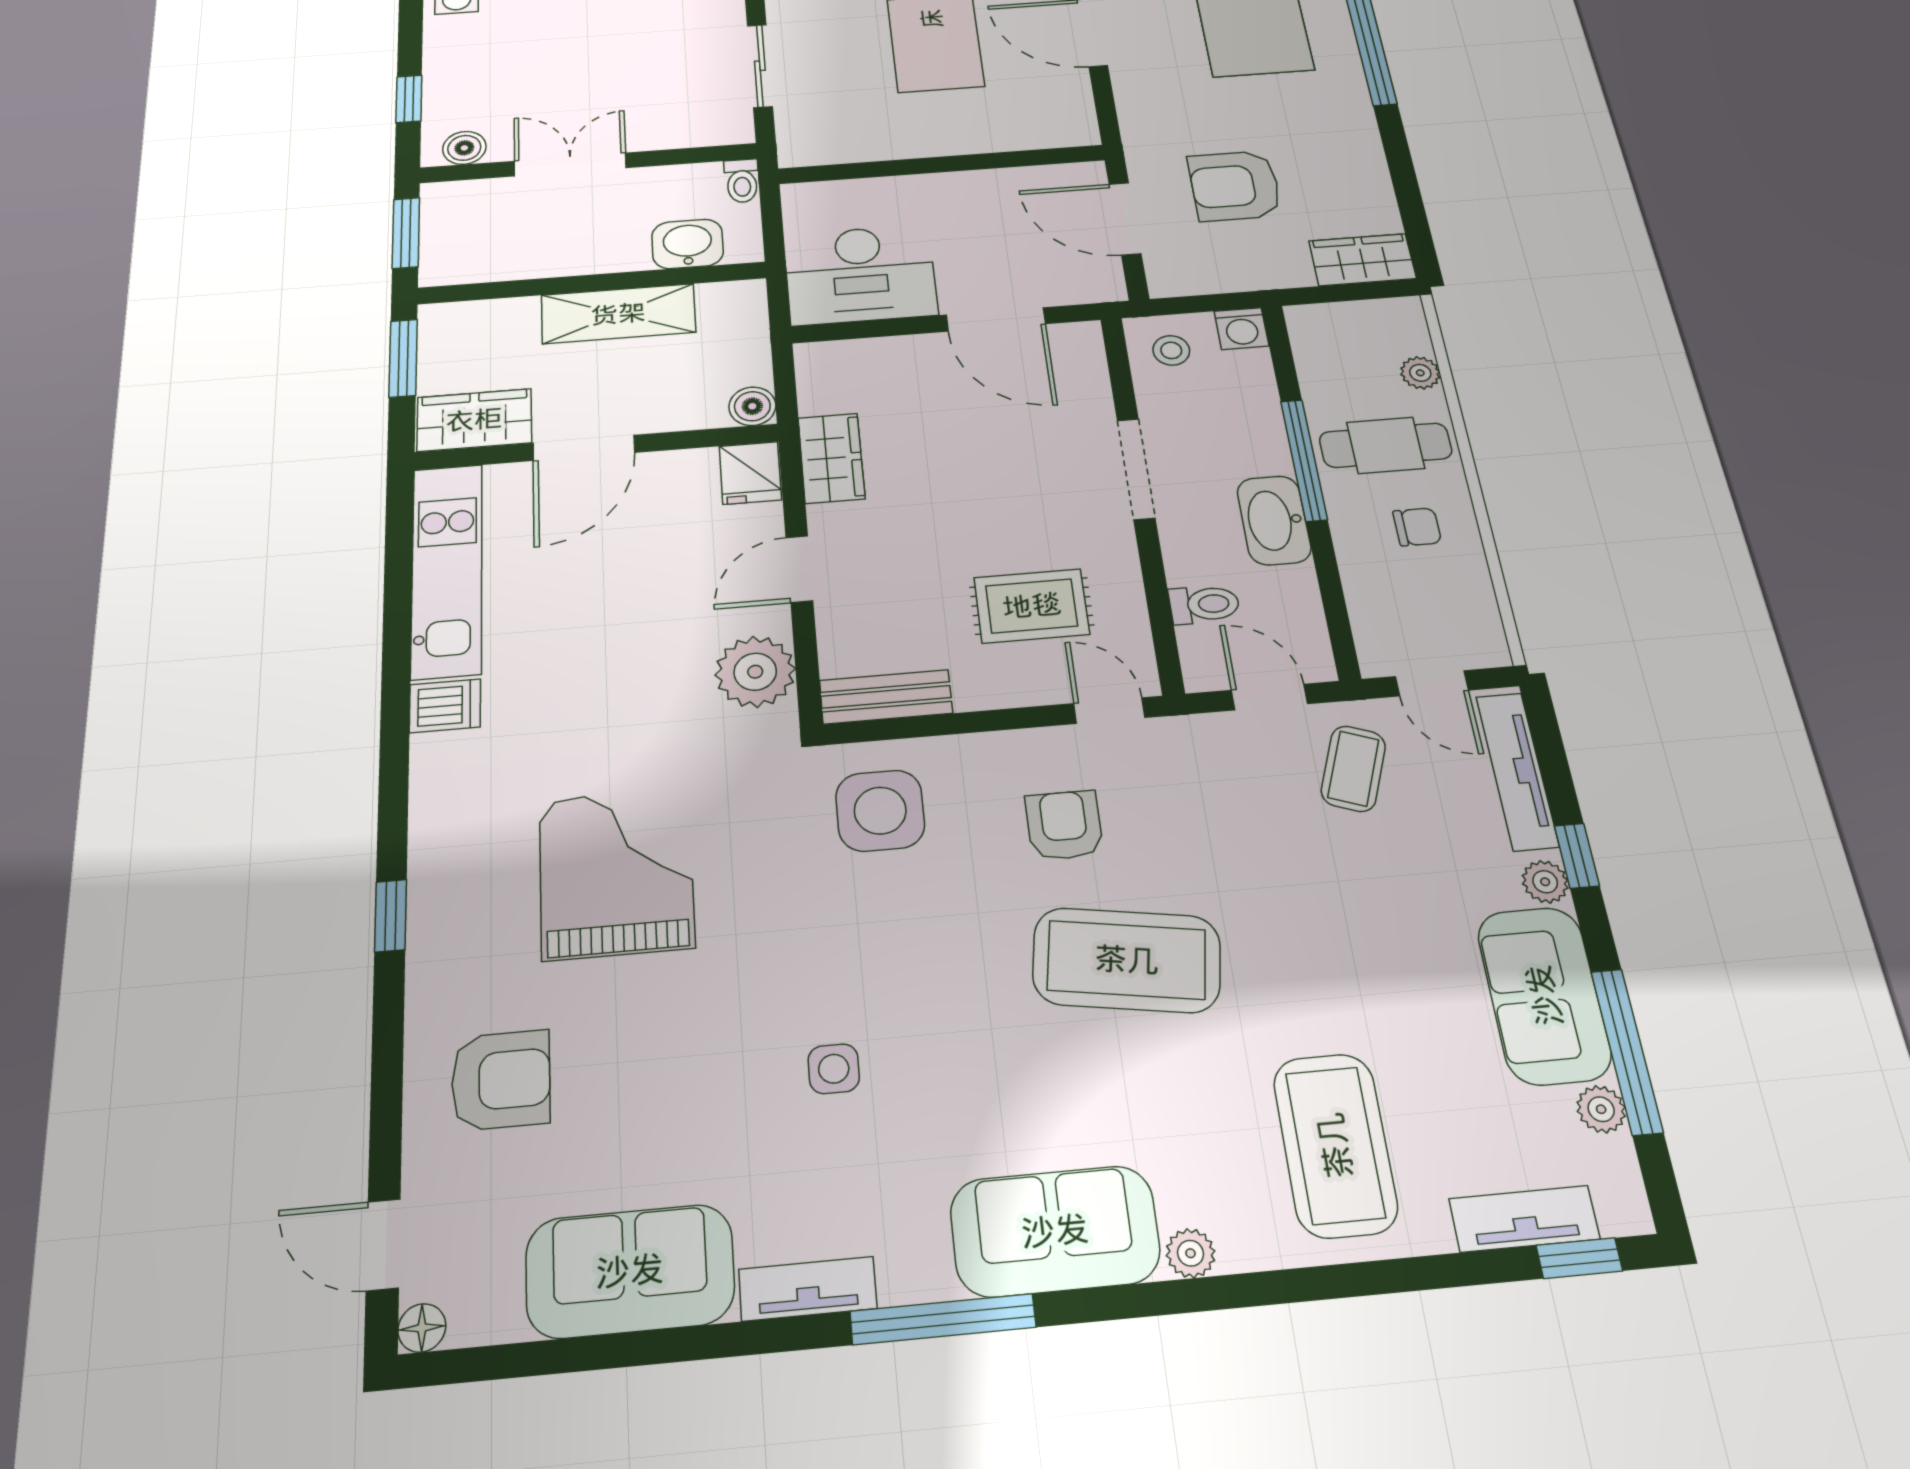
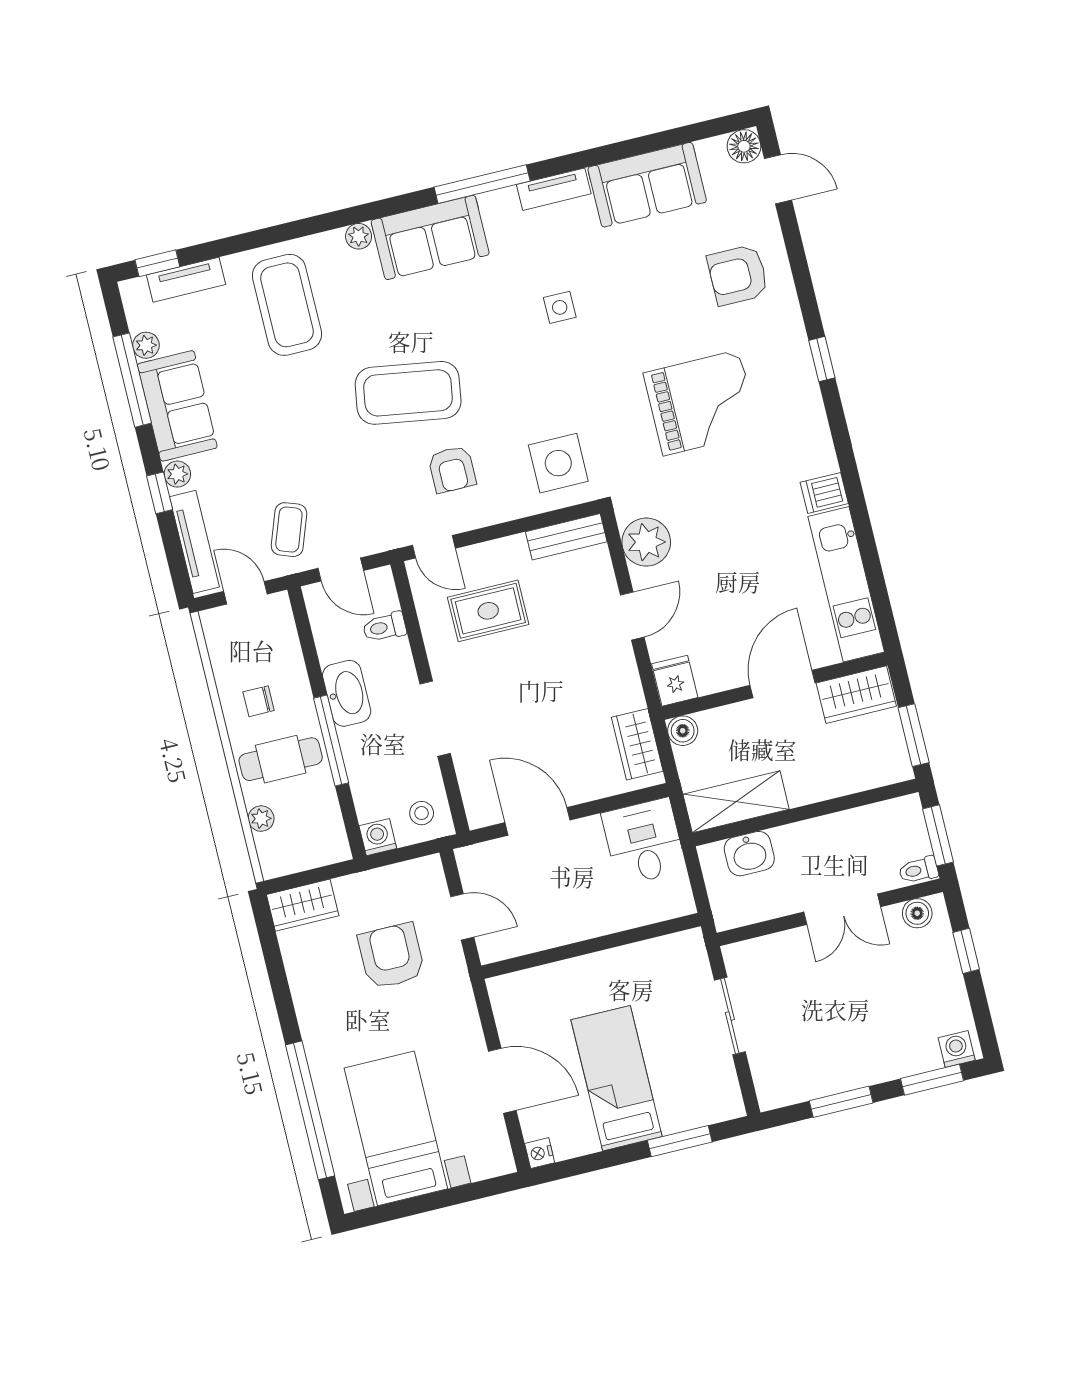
toilet: (742, 181) -> (918, 870), moved, turned -90
armchair: (1235, 186) -> (391, 956), turned -90
door: (1125, 219) -> (462, 917), width x0.73
desk: (860, 275) -> (644, 842), width x0.73
shelving: (618, 314) -> (736, 802), moved
wardrobe: (831, 458) -> (637, 744), moved
grand piano: (616, 873) -> (701, 403), turned -90
floor lamp: (422, 1328) -> (744, 146), width x1.37, depth x1.37

